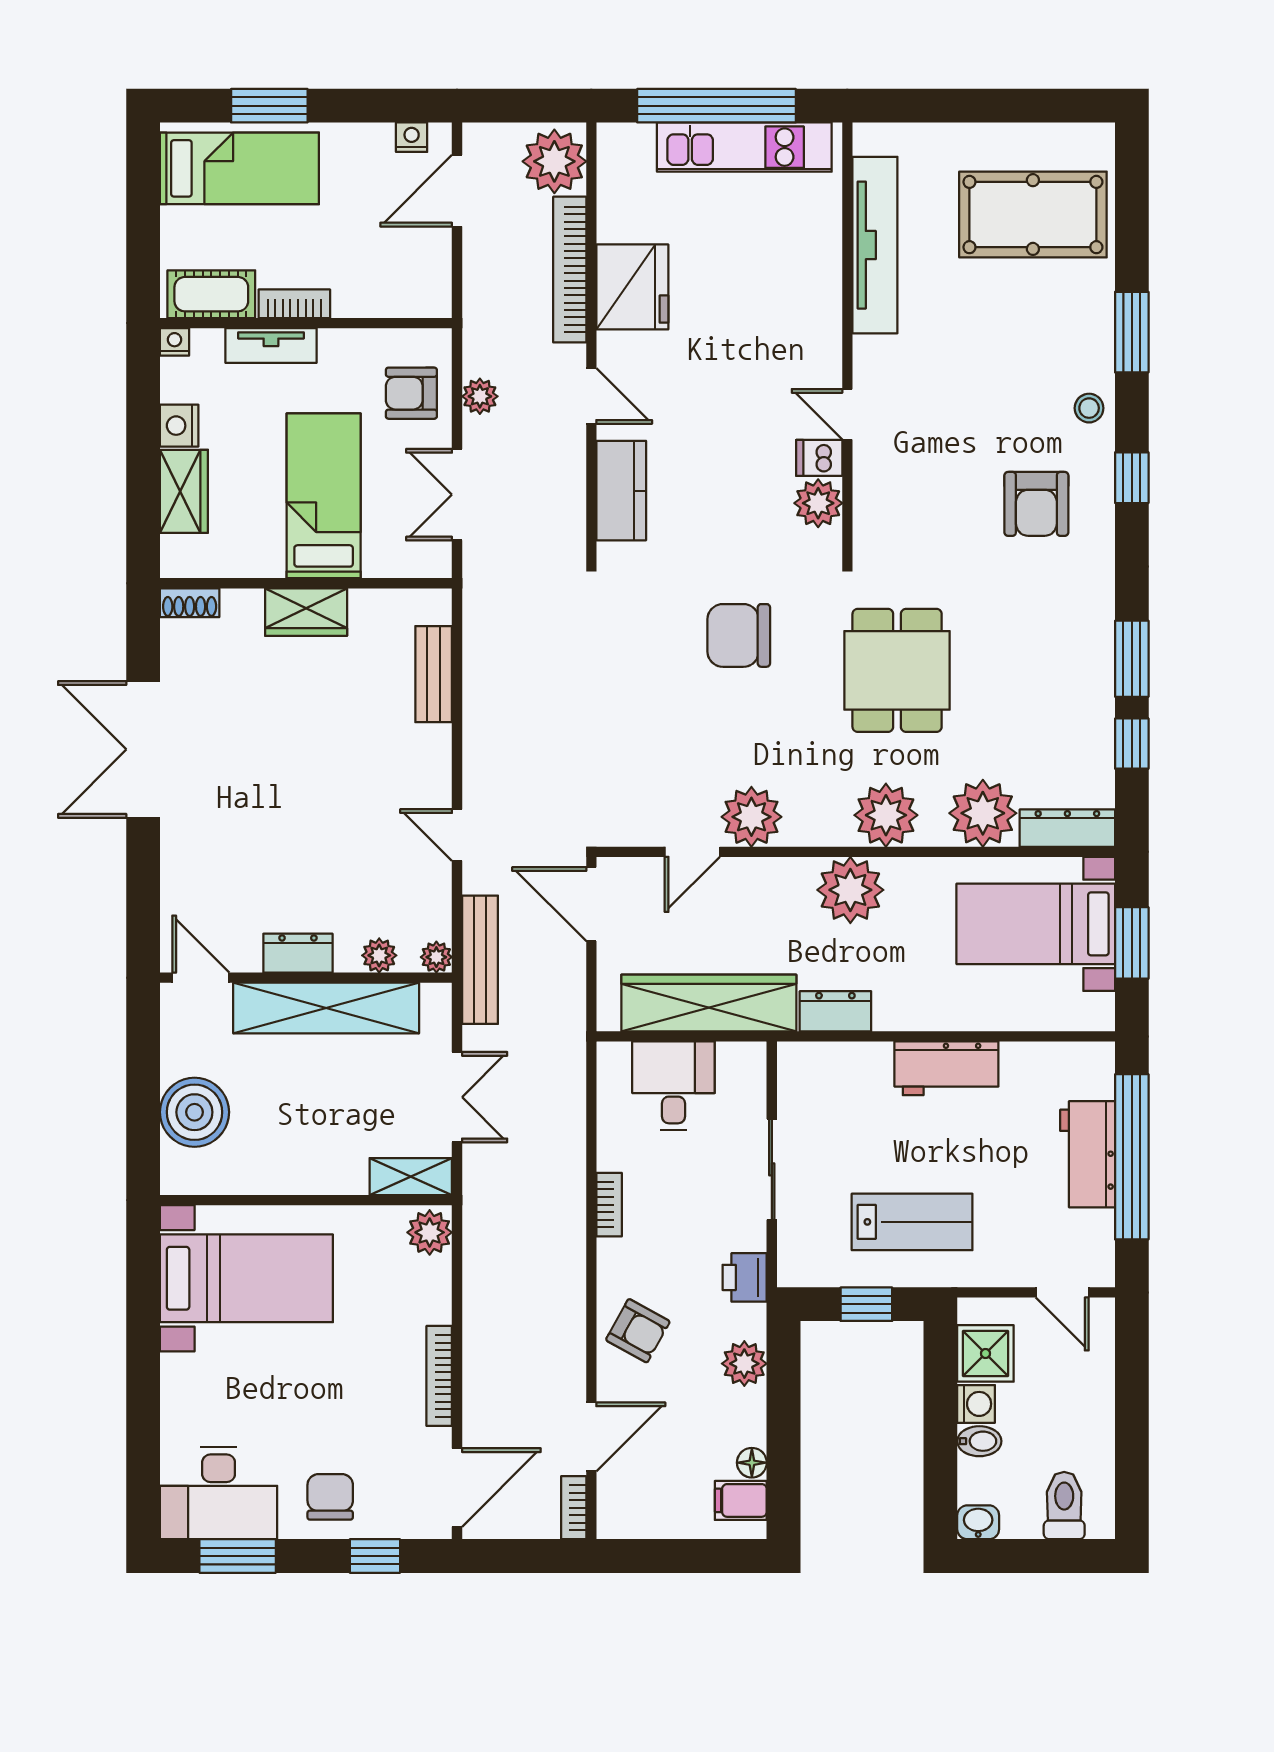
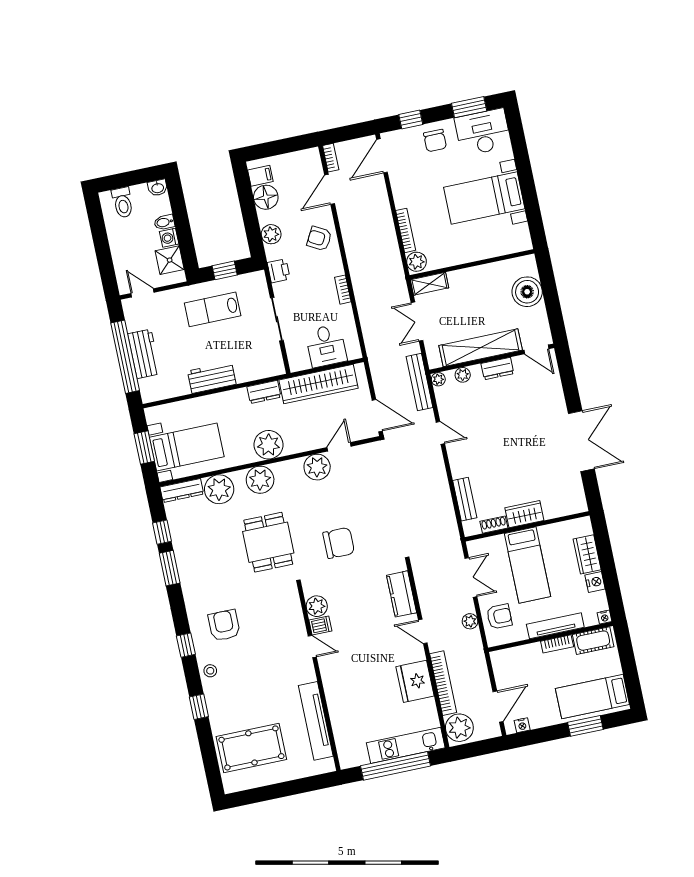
kitchen unit: (744, 147) -> (406, 745), moved
window: (1132, 332) -> (199, 707), width x0.67
tv unit: (271, 345) -> (555, 626), width x1.41
shoe rack: (190, 603) -> (494, 525), moved
bed with nightstands: (246, 1278) -> (484, 198), moved
bookcase: (439, 1376) -> (406, 230), moved
floor lamp: (752, 1463) -> (266, 197), width x1.89, depth x1.89

